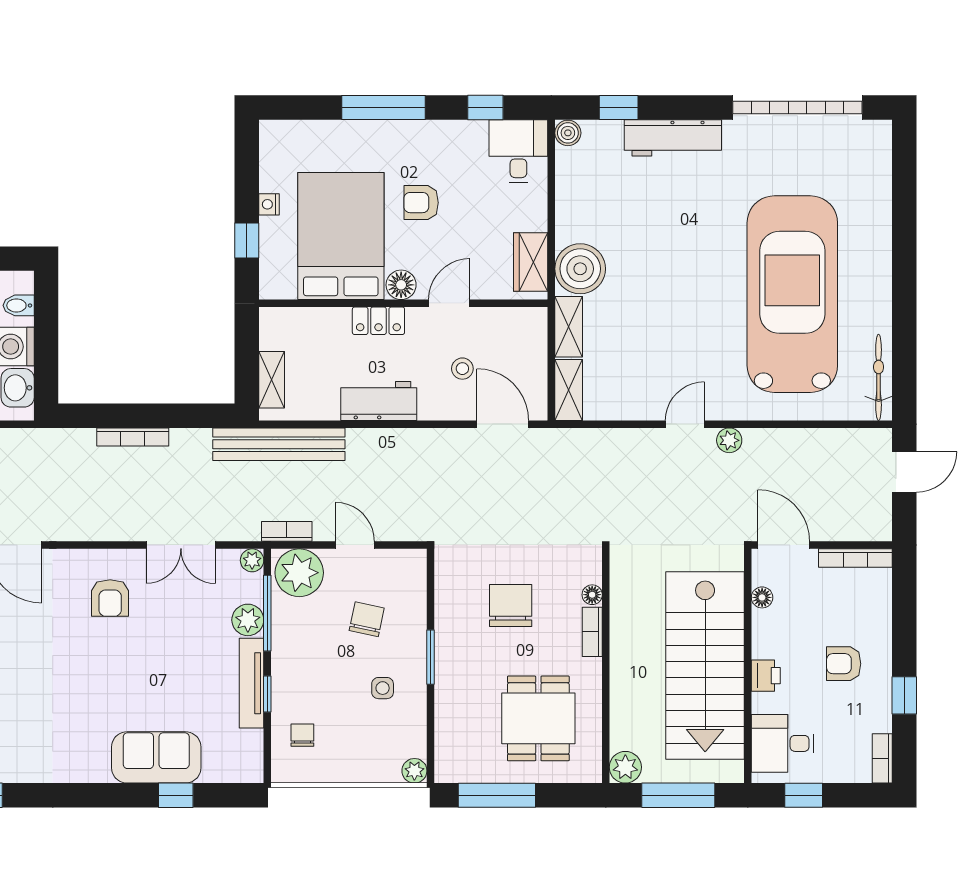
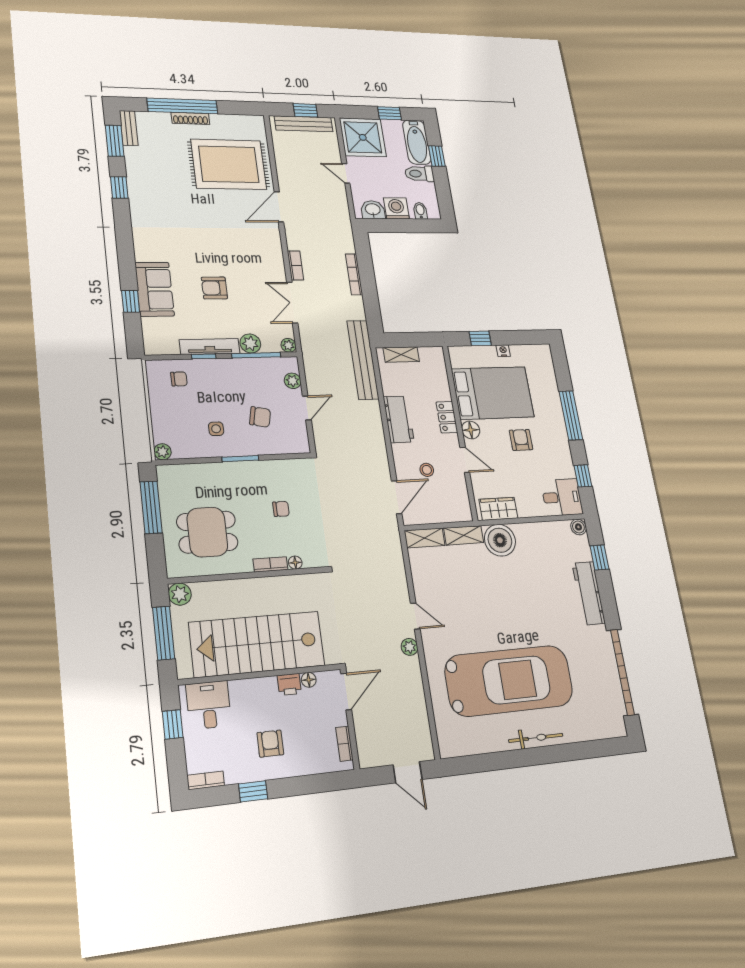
bicycle: (879, 377) -> (536, 738), moved
bookcase: (287, 531) -> (295, 265), moved
bookcase: (855, 558) -> (344, 744), width x0.64
plant: (299, 573) -> (293, 381), width x0.53, depth x0.53
armchair: (110, 598) -> (214, 288), moved
chair: (511, 606) -> (281, 509), width x0.54, depth x0.54
printer: (766, 676) -> (289, 684), moved

